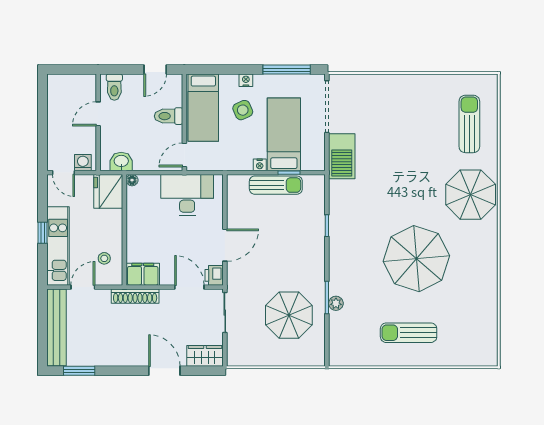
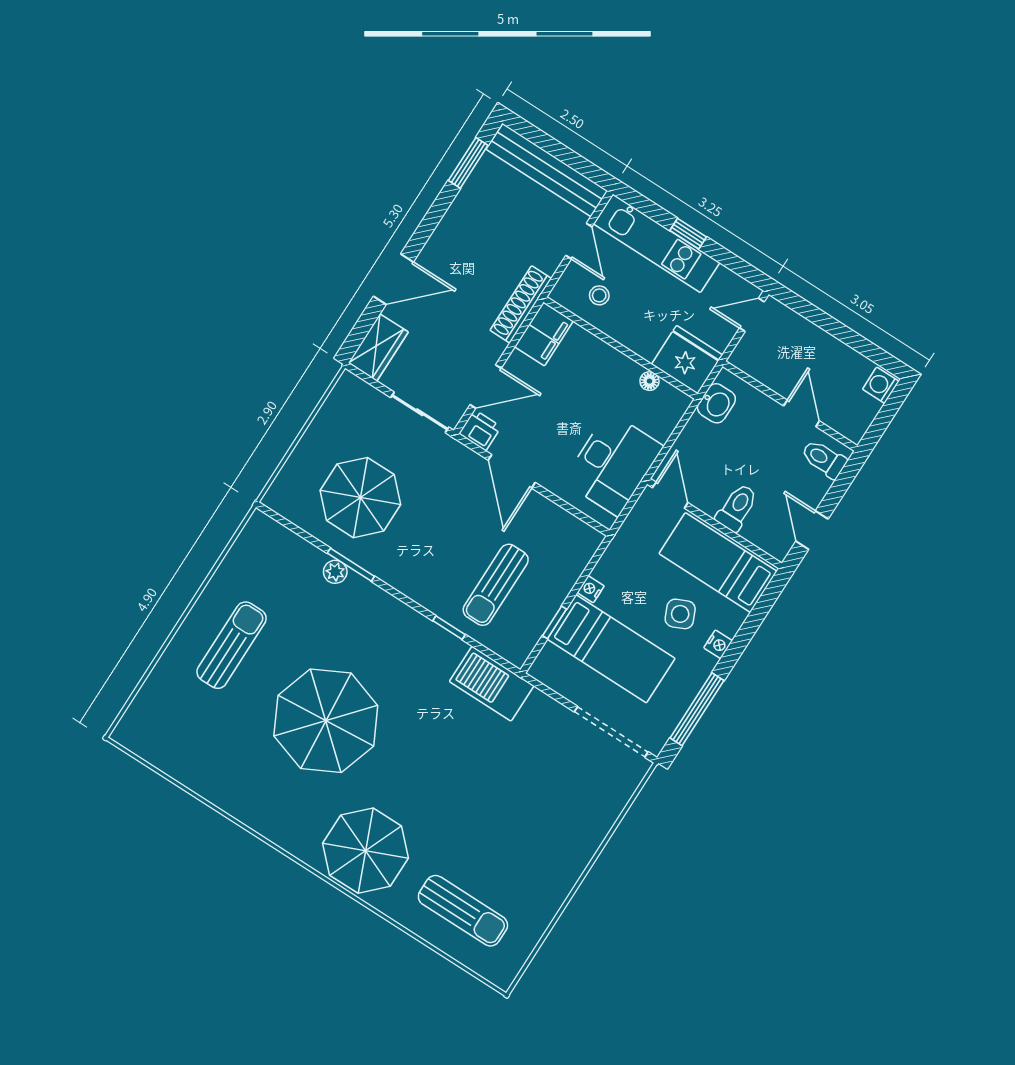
barbecue: (342, 156) -> (492, 684), moved
washing machine: (83, 163) -> (881, 385), moved, turned 180
floor lamp: (132, 180) -> (649, 381), moved
sun lounger: (276, 185) -> (496, 585), moved

